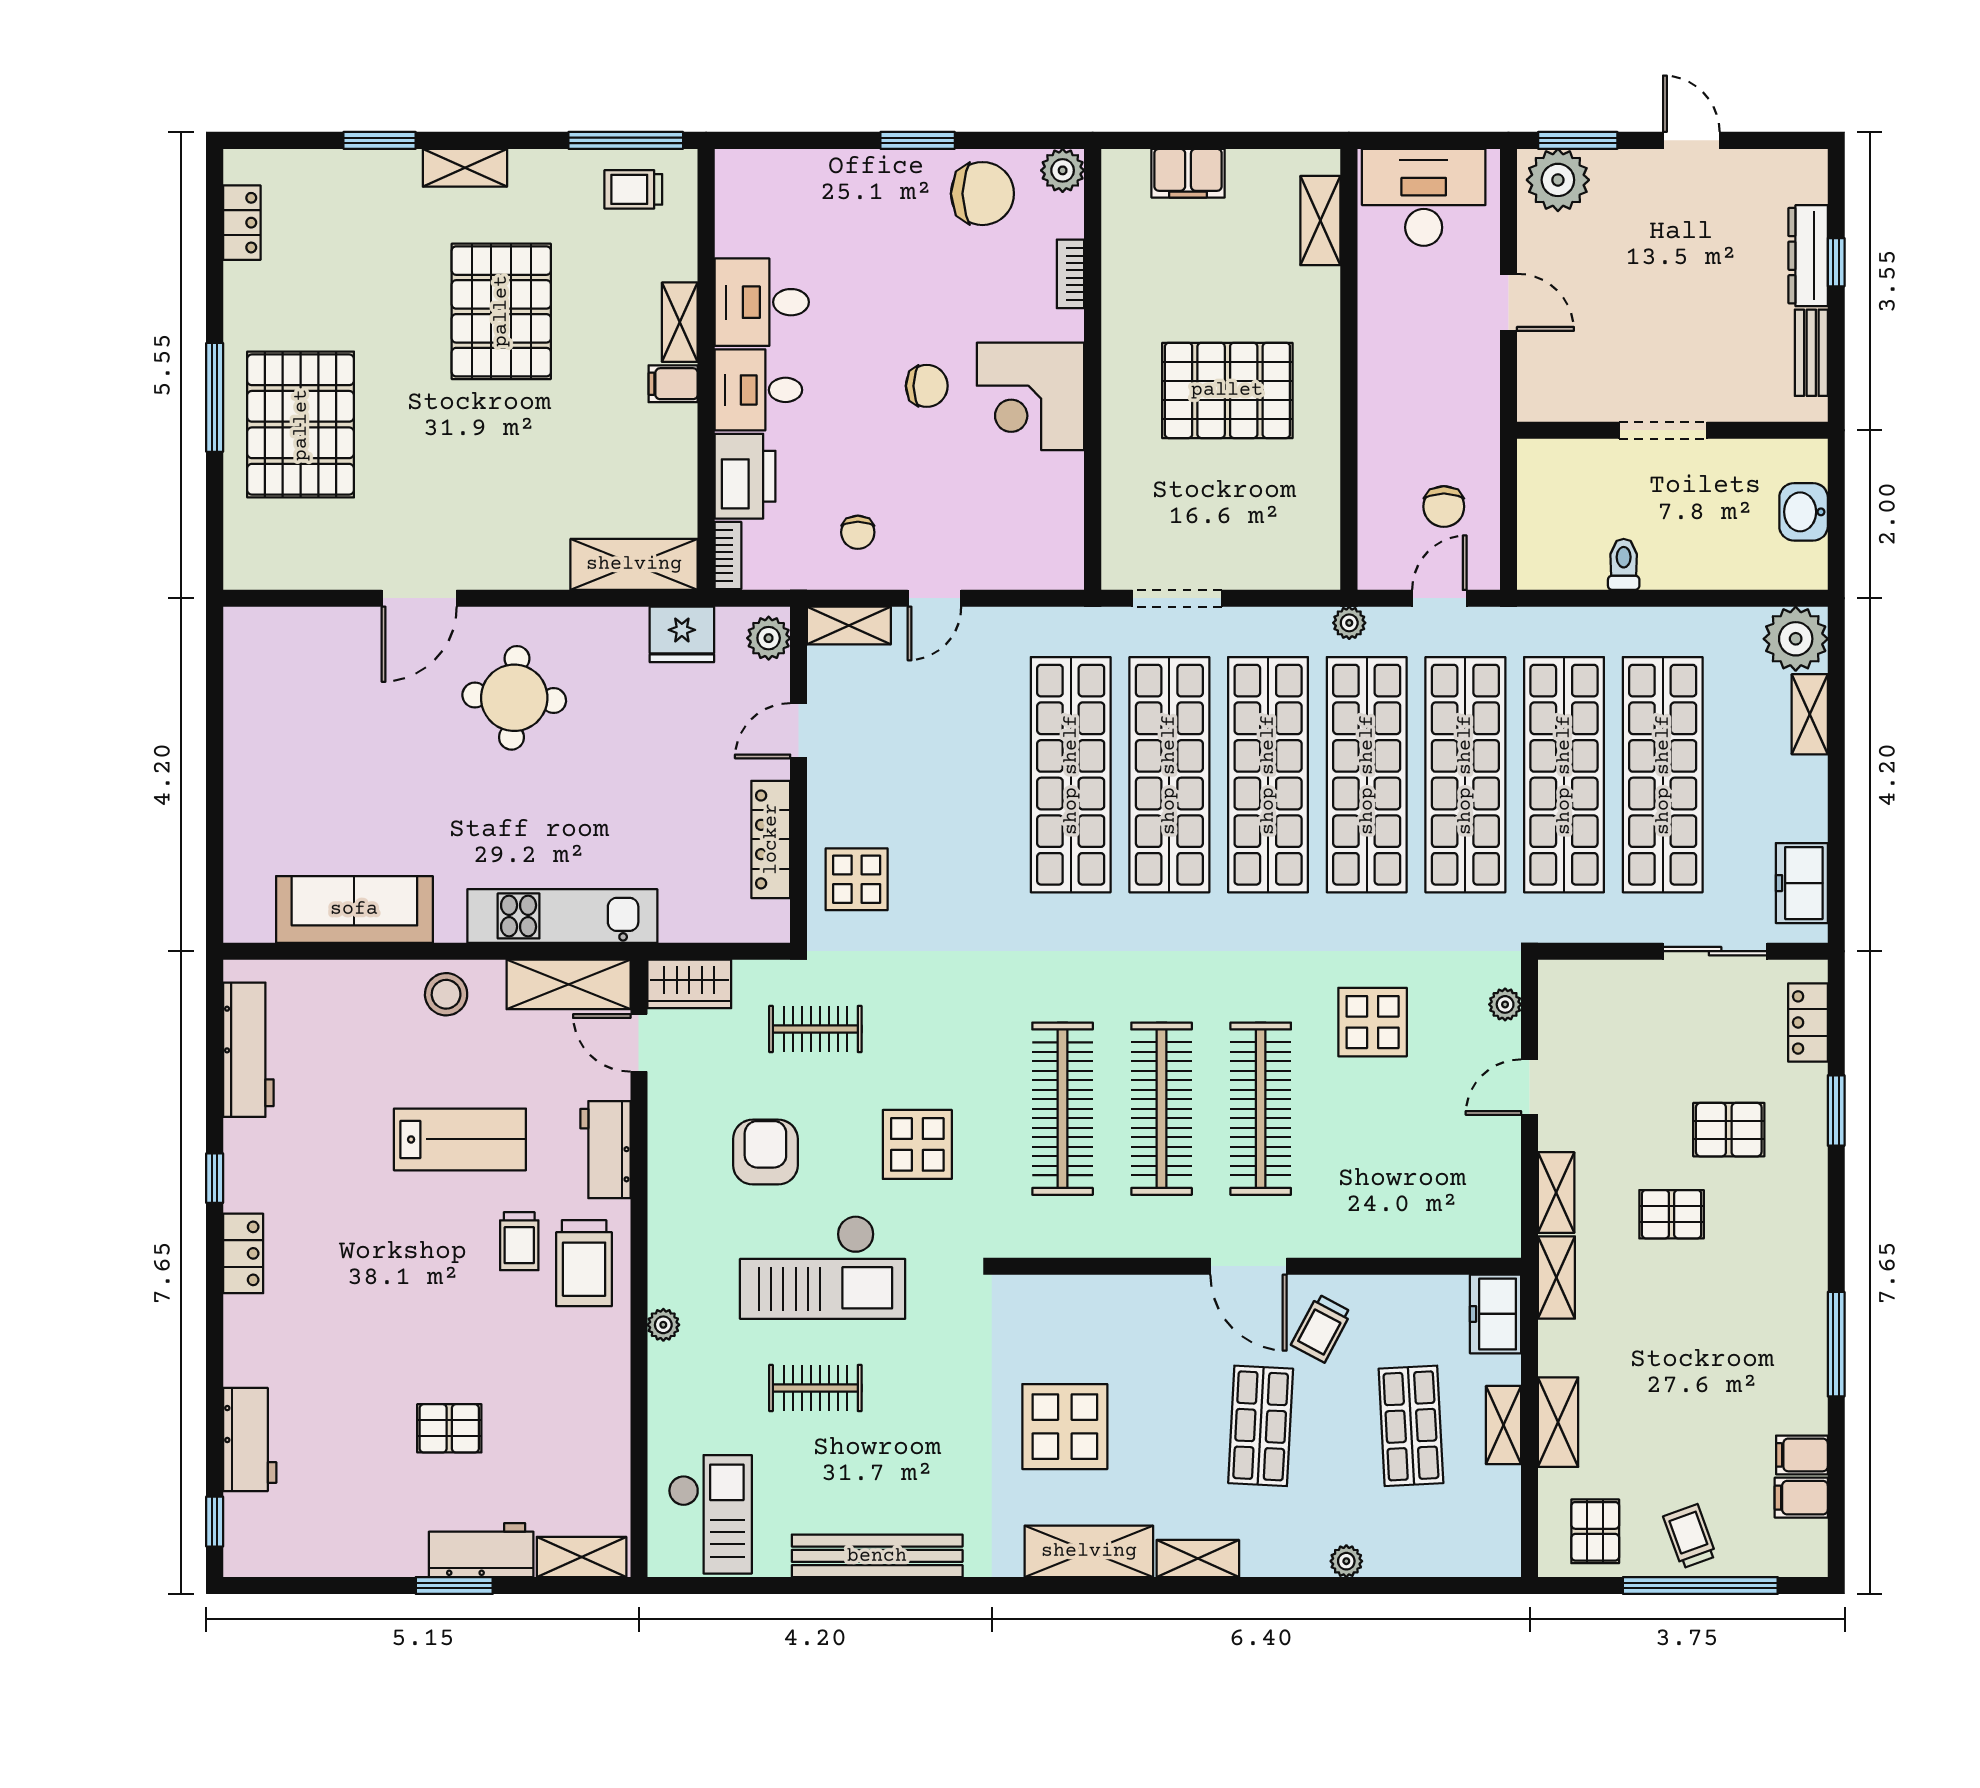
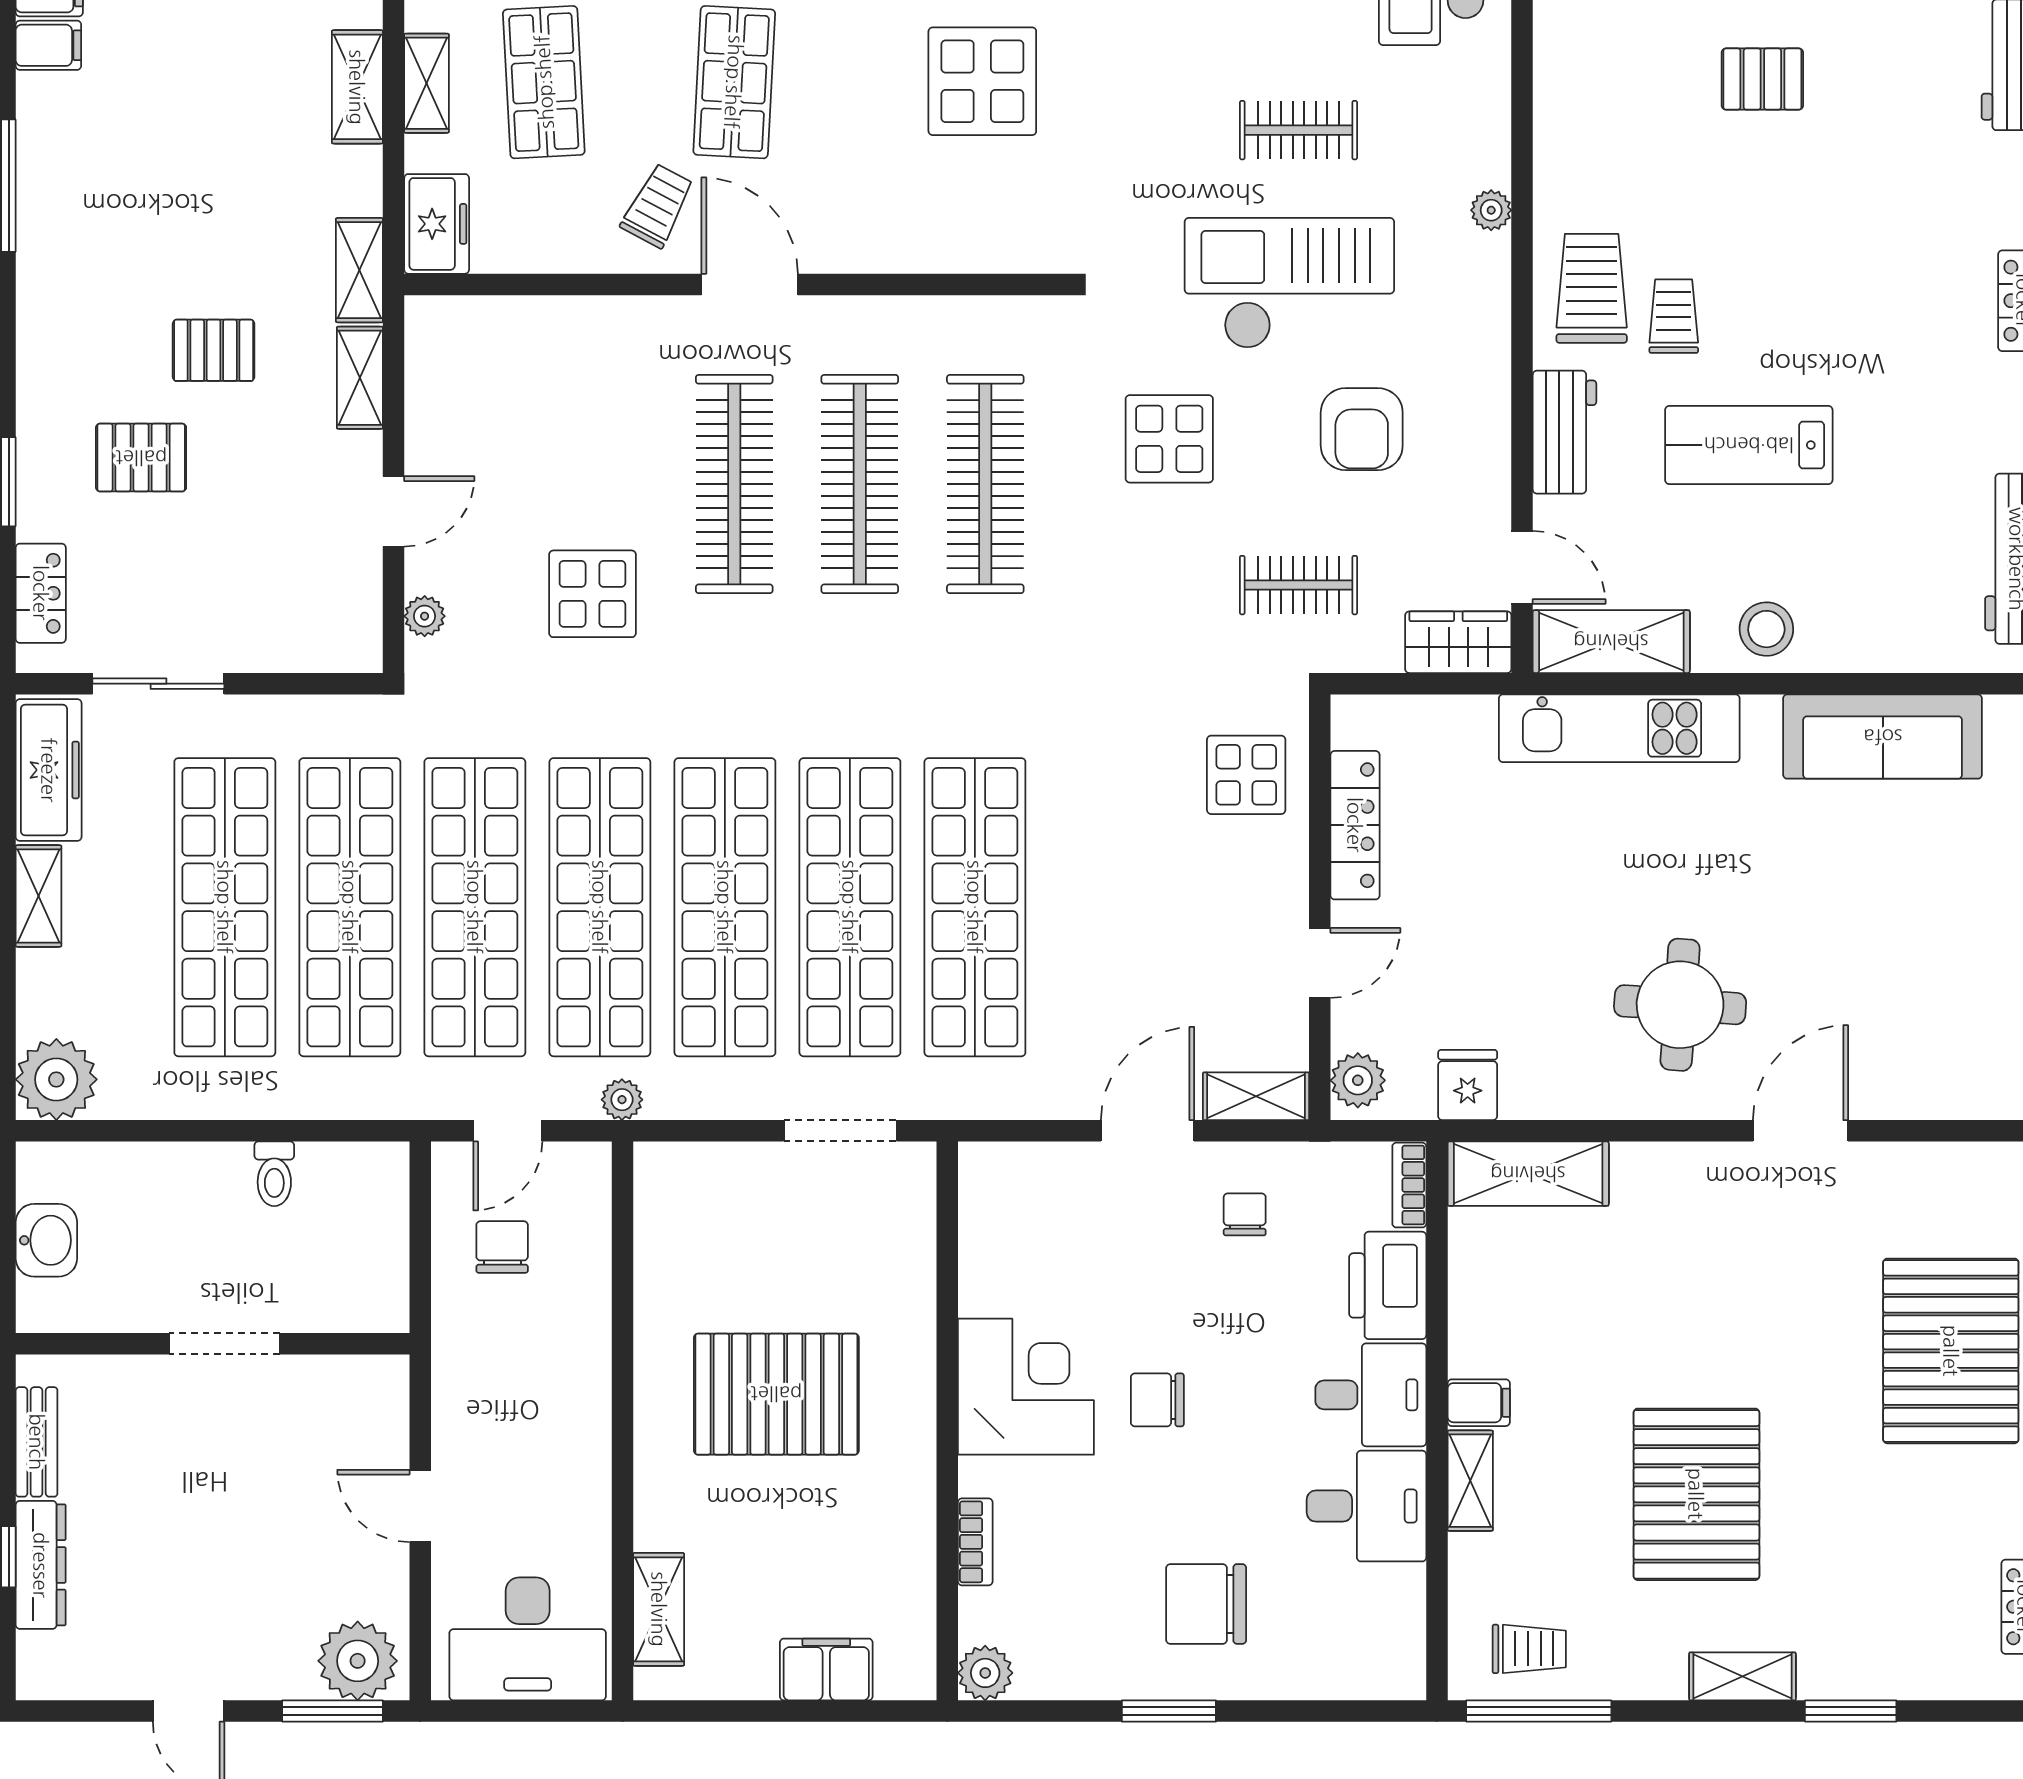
chair: (982, 194) -> (1206, 1604), moved
door: (934, 598) -> (1148, 1131), width x1.38
fridge: (682, 634) -> (1468, 1085), width x0.72
shelving: (1810, 714) -> (38, 896), moved
freezer: (1802, 883) -> (49, 770), width x1.40

